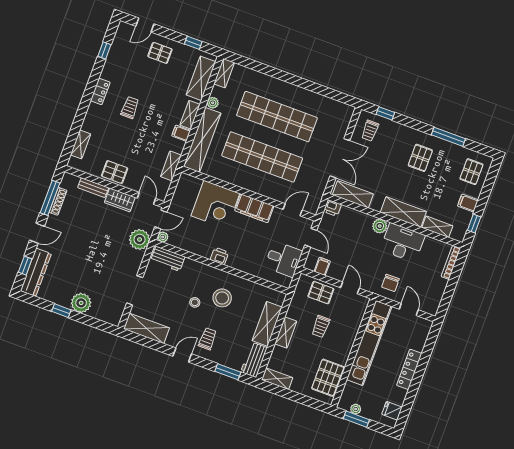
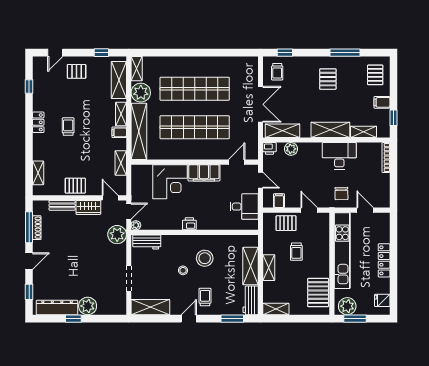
plant: (213, 103) -> (141, 93), width x1.87, depth x1.87
plant: (380, 226) -> (291, 149), moved
dresser: (36, 272) -> (57, 308), moved, turned -90
plant: (356, 409) -> (347, 306), width x1.87, depth x1.87

